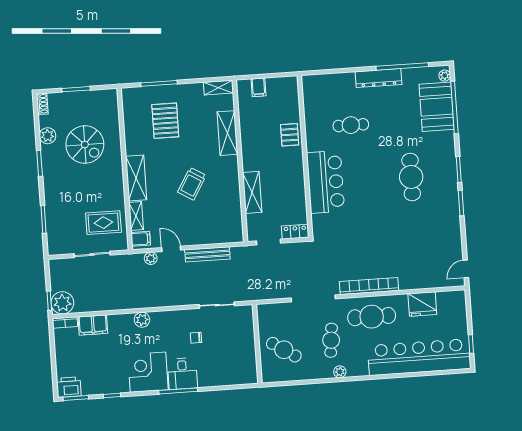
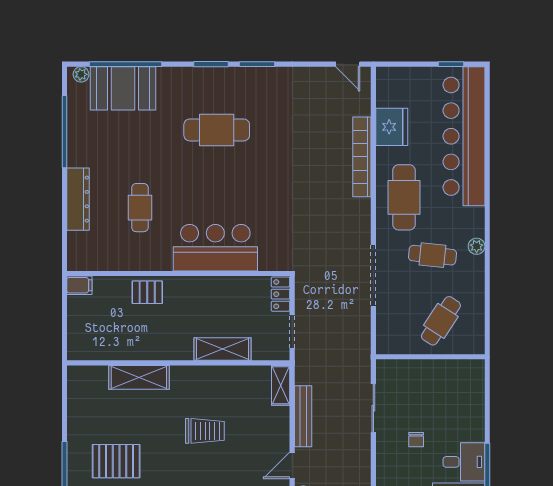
dresser: (378, 78) -> (78, 199), moved
filing cabinet: (258, 87) -> (79, 285), moved
shelving: (218, 88) -> (281, 385), moved
trolley: (192, 184) -> (205, 431), turned -31
bookcase: (369, 286) -> (362, 157), moved

